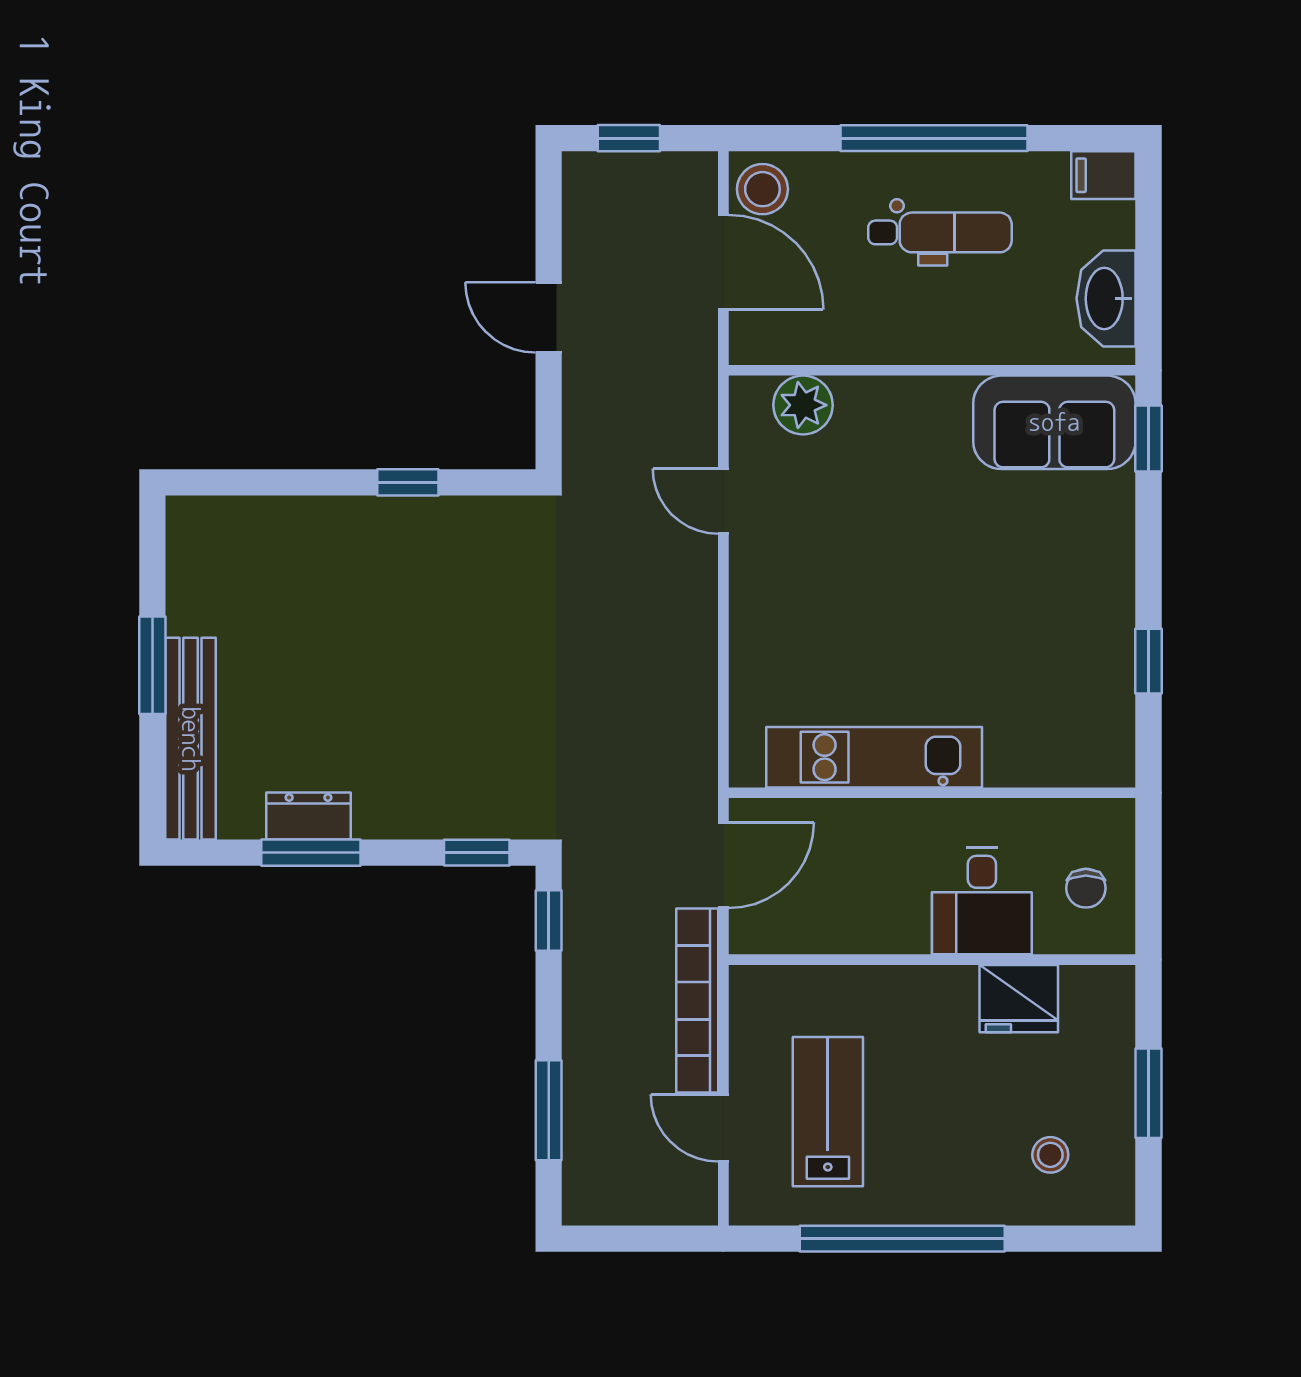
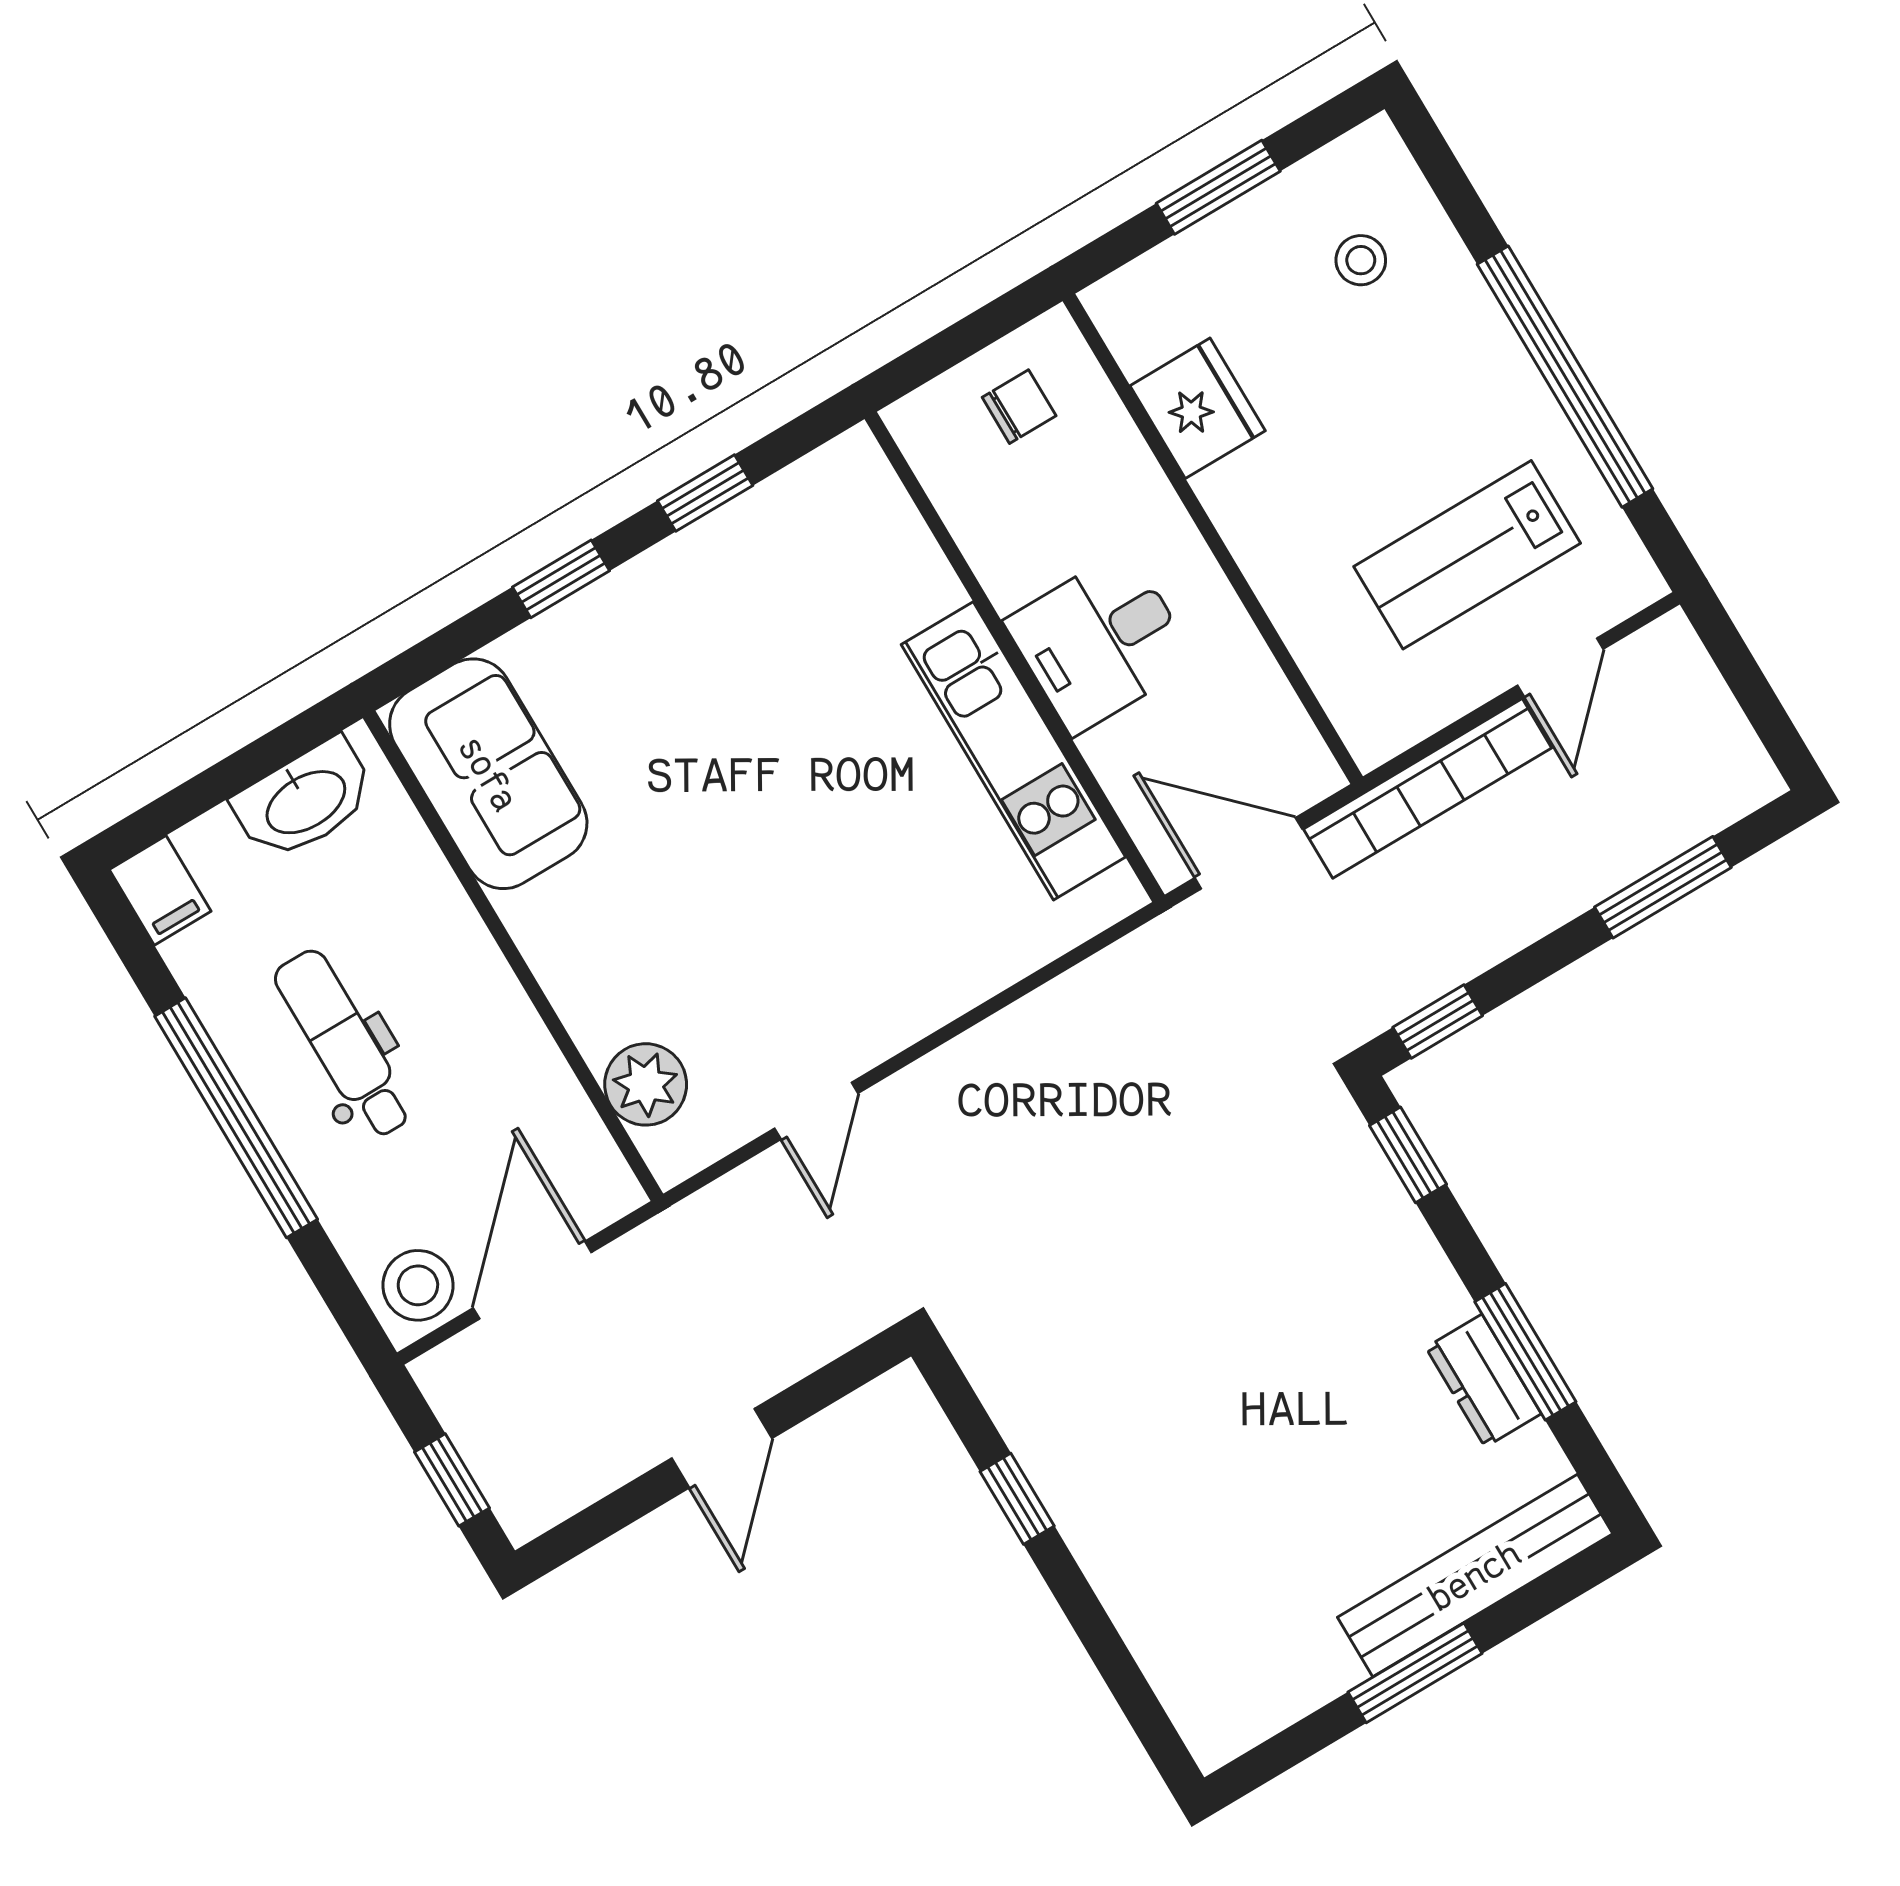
window: (1148, 439) -> (561, 579), moved
desk: (982, 901) -> (1100, 642), moved, turned 180

